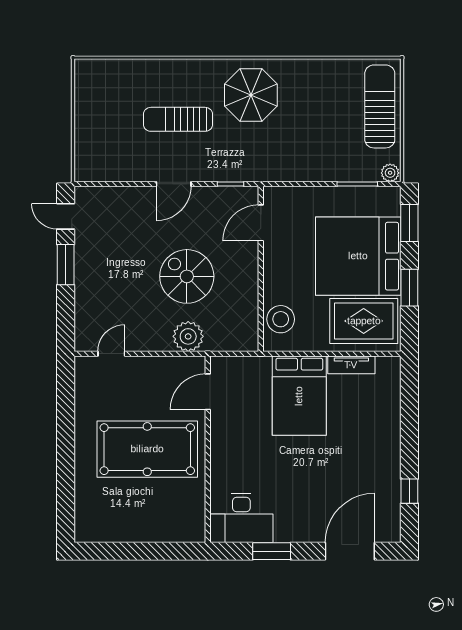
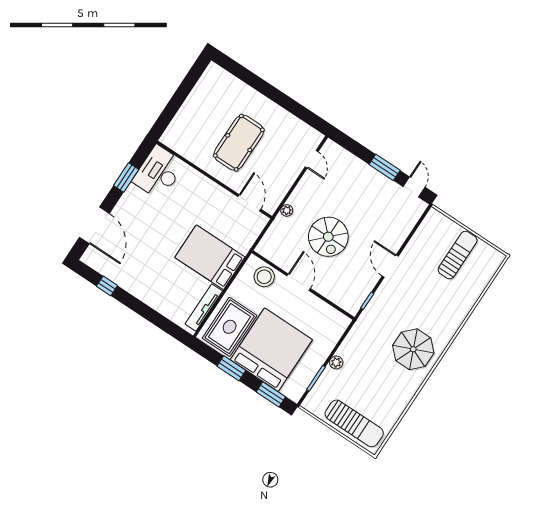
sun lounger: (178, 119) -> (458, 255), moved
plant: (390, 173) -> (336, 362), moved
door: (66, 216) -> (414, 187), hinge flipped
door: (261, 223) -> (299, 282), moved
spiral stairs: (187, 276) -> (328, 237), turned 90
plant: (188, 336) -> (287, 210), width x0.53, depth x0.53
tv unit: (351, 365) -> (204, 307), width x1.41
pool table: (147, 449) -> (239, 143), width x0.73, depth x0.76

